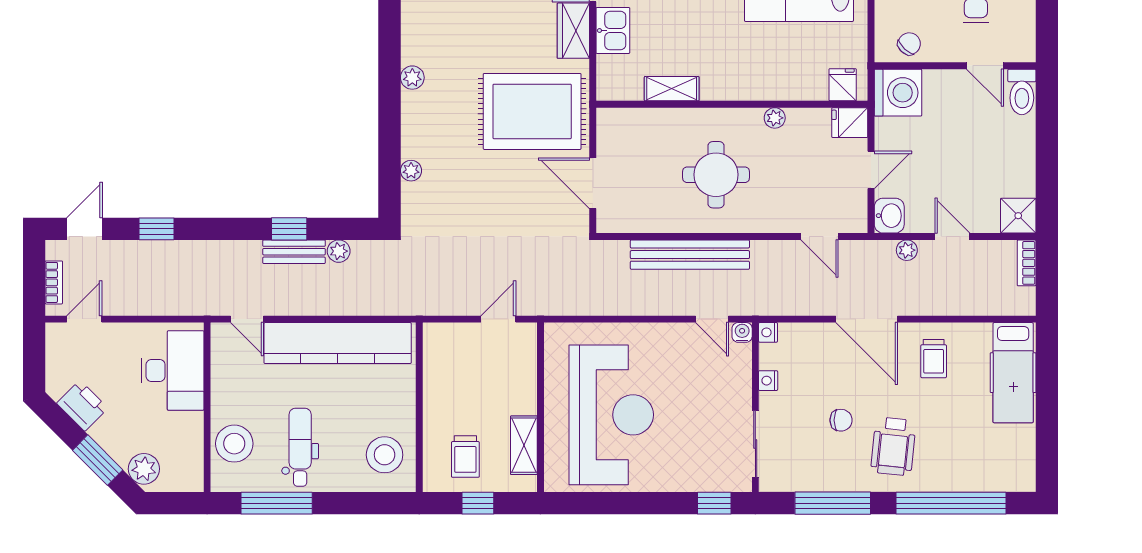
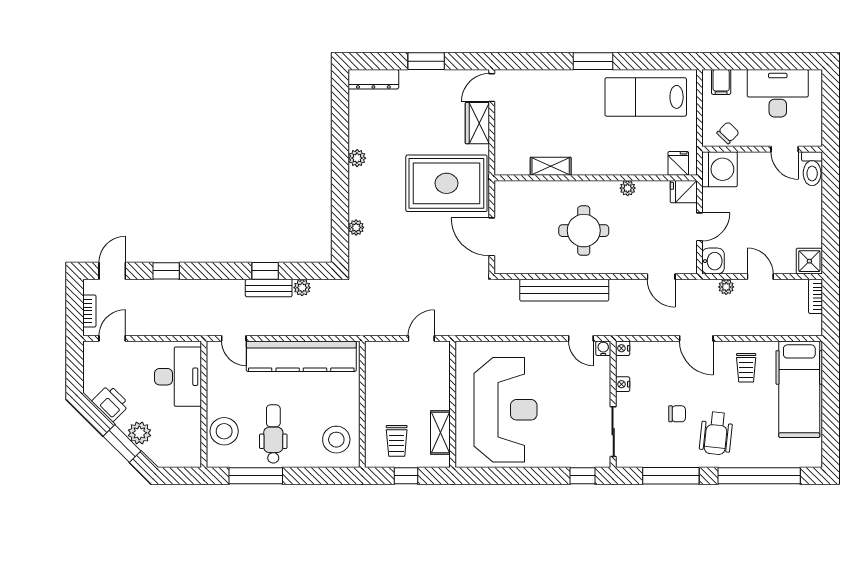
kitchen sink: (613, 30) -> (507, 123), removed
door: (867, 319) -> (696, 338), width x0.73
hospital bed: (1013, 373) -> (799, 389), width x1.37, depth x1.29
plant: (144, 469) -> (139, 433), moved

